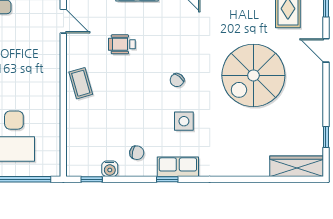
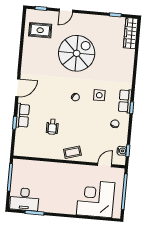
door: (63, 21) -> (105, 165), moved
spiral stairs: (253, 75) -> (77, 53), turned -90
water cooler: (110, 169) -> (122, 151), moved

